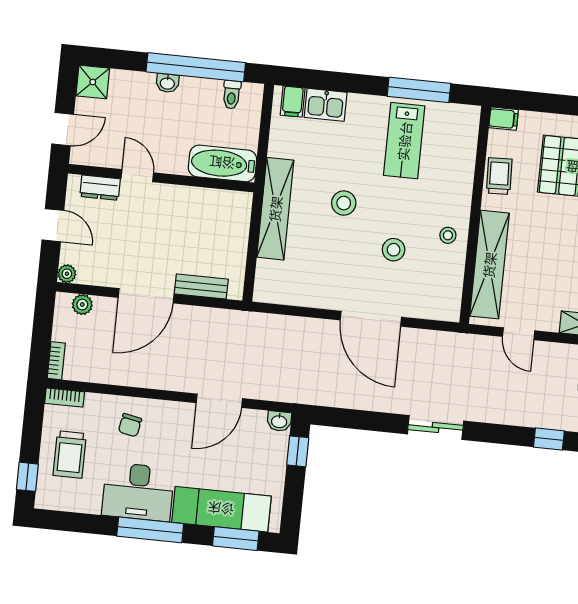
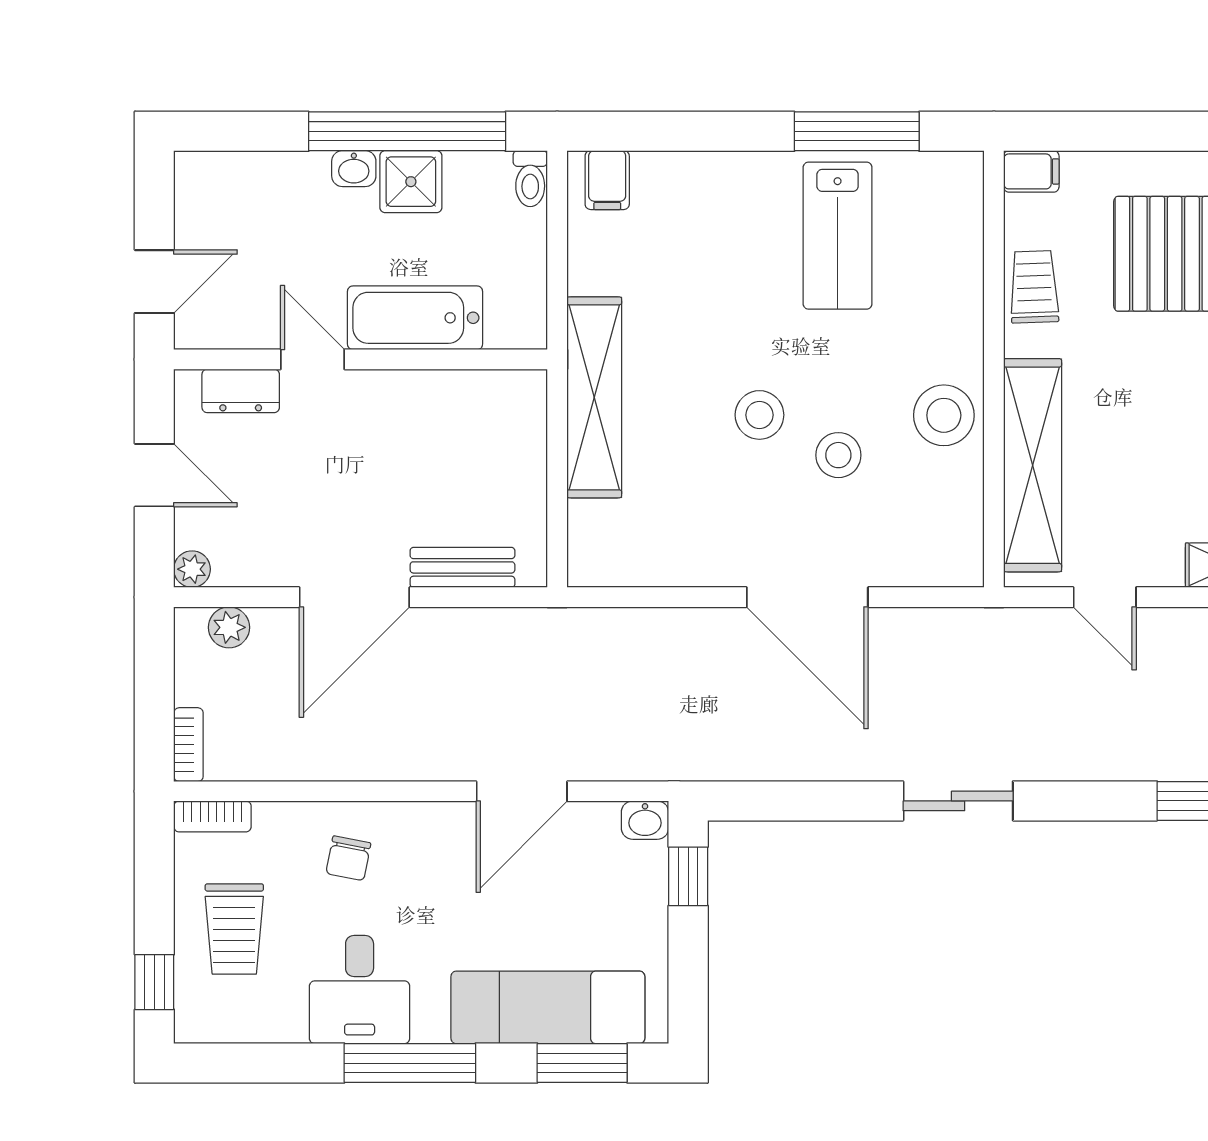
shower: (93, 82) -> (411, 182), moved
toilet: (232, 95) -> (530, 179), moved
kitchen sink: (326, 105) -> (673, 180), removed
bathtub: (222, 163) -> (415, 318), moved
stool: (344, 203) -> (759, 415), moved
stool: (448, 235) -> (944, 415), width x1.89, depth x1.89
desk: (138, 492) -> (360, 990), width x0.73

